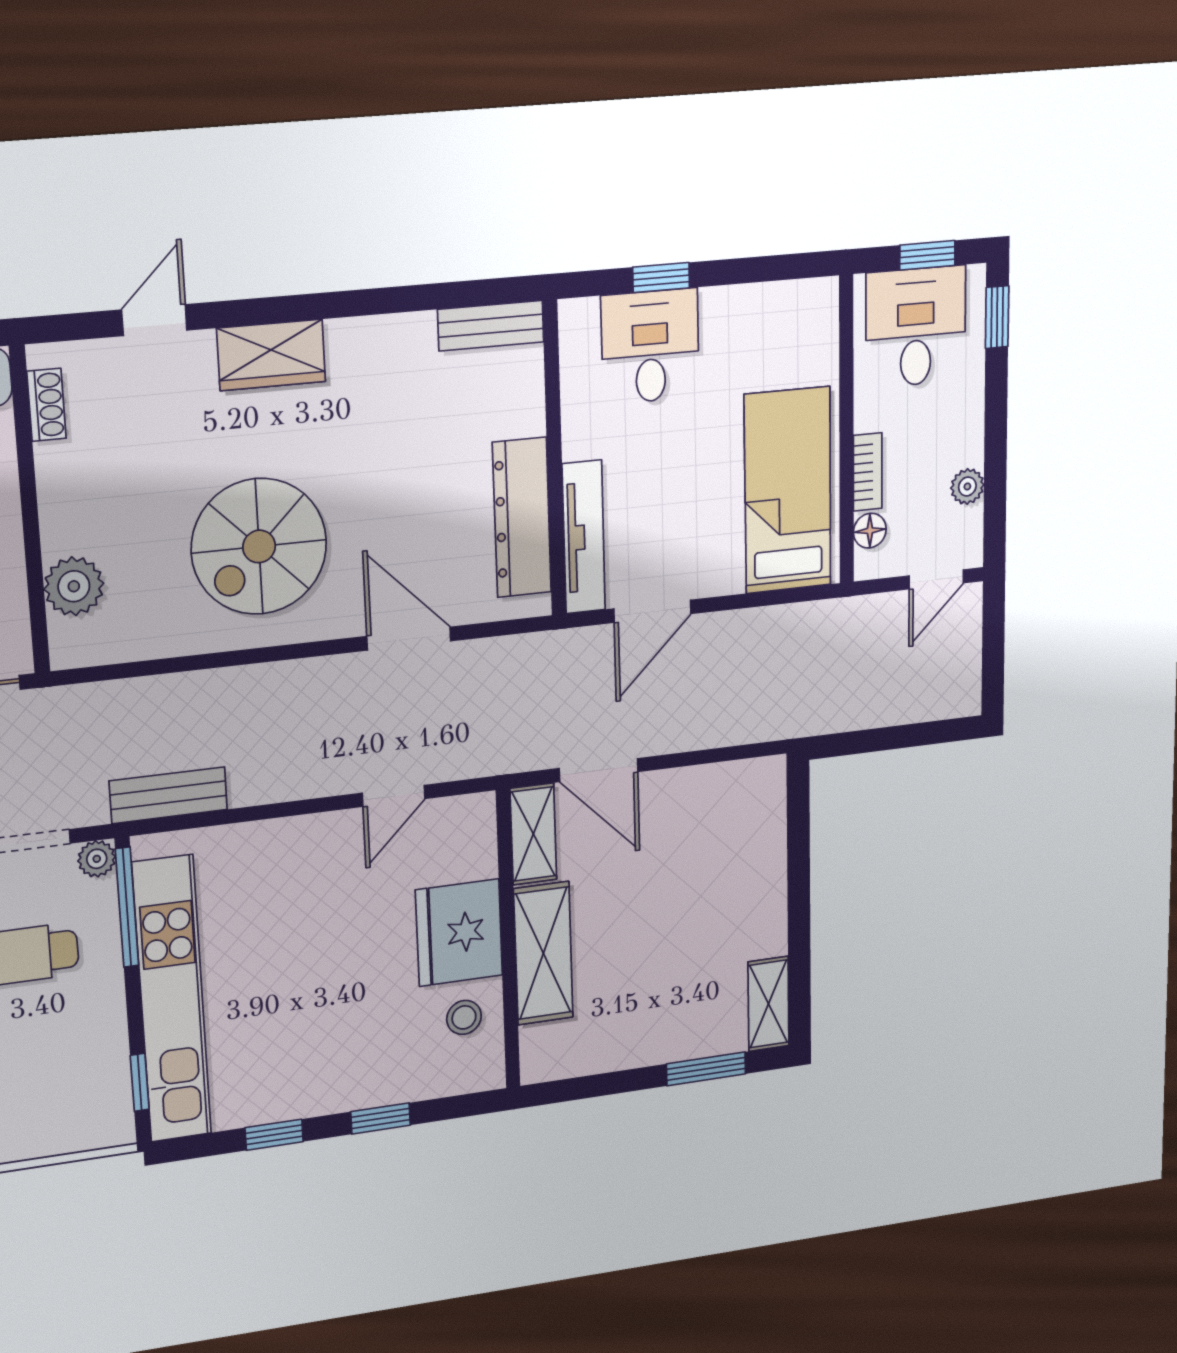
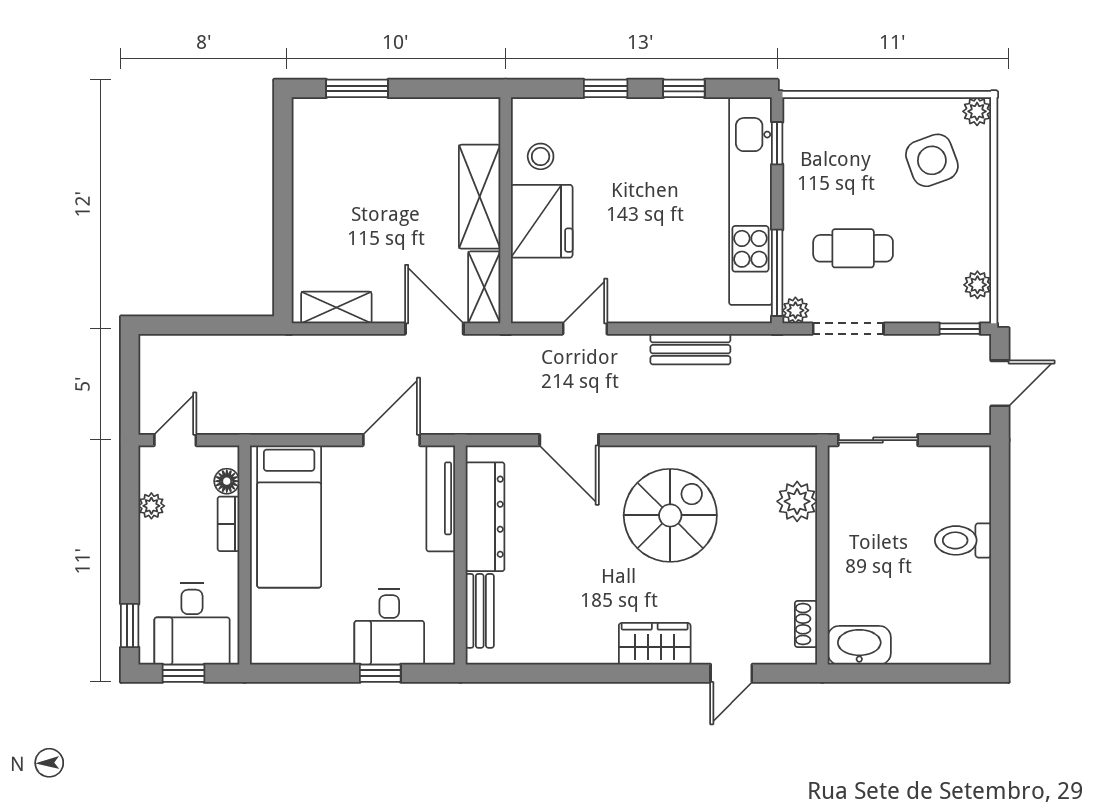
bench: (491, 326) -> (480, 611), moved, turned 90
bench: (168, 795) -> (690, 349), moved
shelving: (768, 1004) -> (336, 308), moved, turned 90

